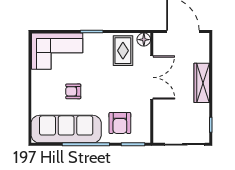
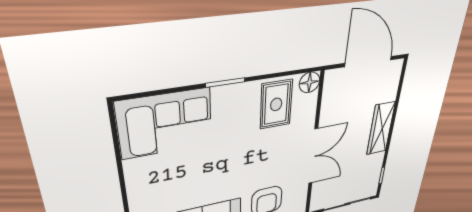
double door: (152, 77) -> (313, 157), moved
armchair: (73, 91) -> (197, 177), removed

